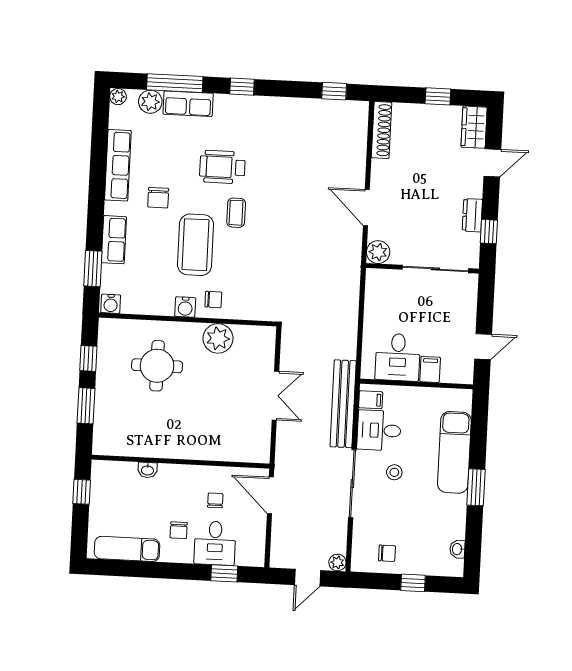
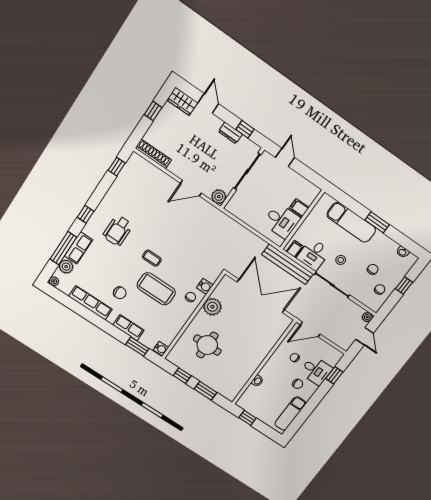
wheelchair: (222, 167) -> (118, 231), moved
water cooler: (185, 307) -> (205, 286), moved
door: (483, 347) -> (285, 157), moved
double door: (275, 396) -> (261, 296), width x1.87
chair: (409, 525) -> (373, 269), added

